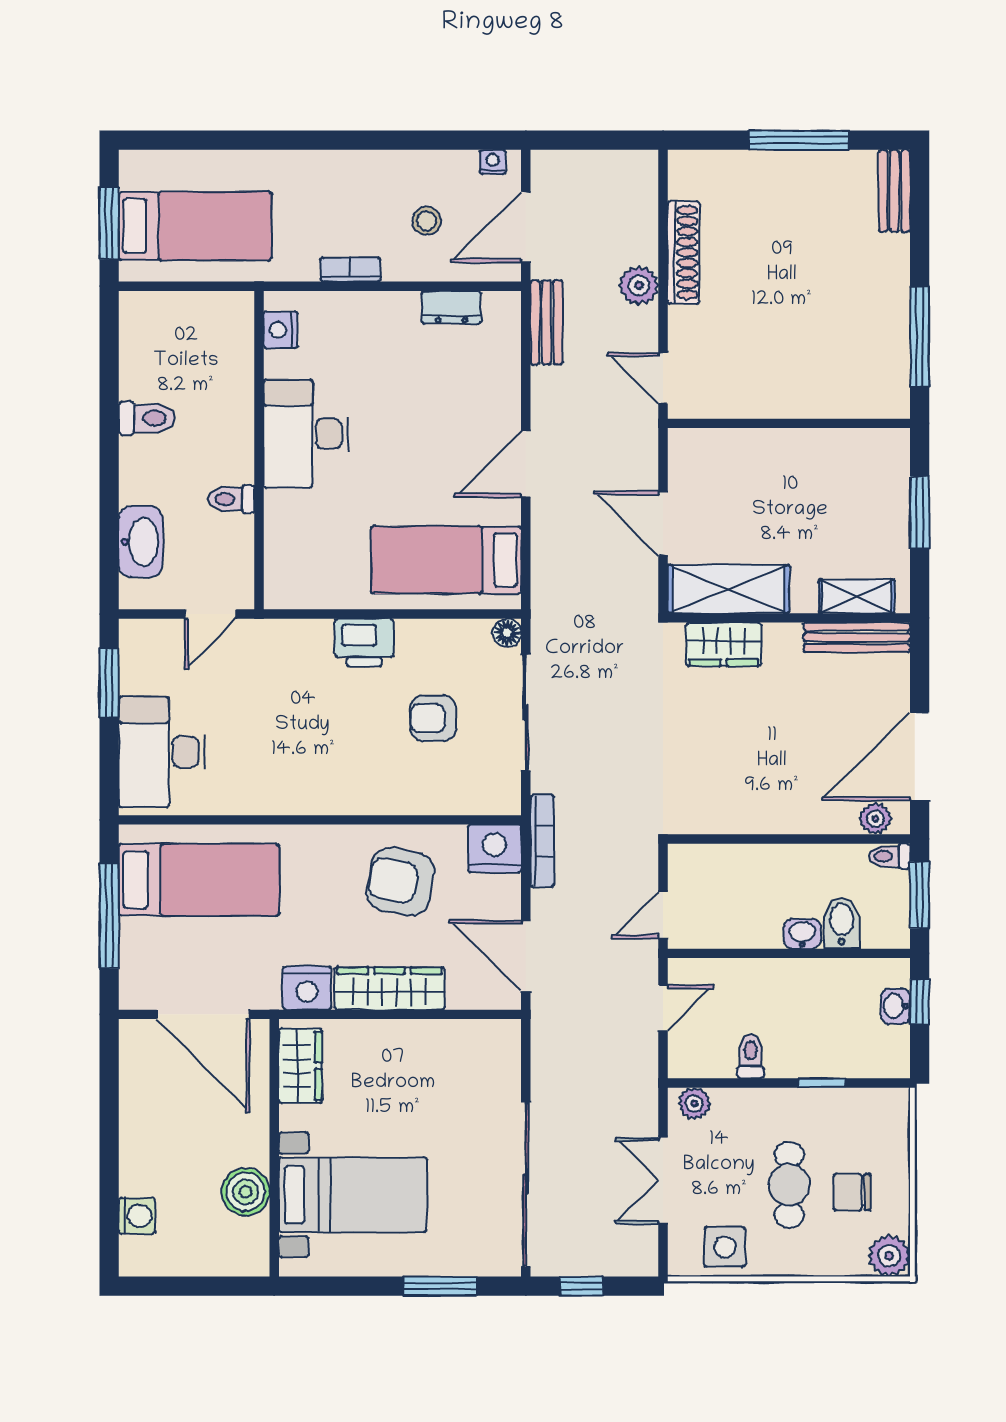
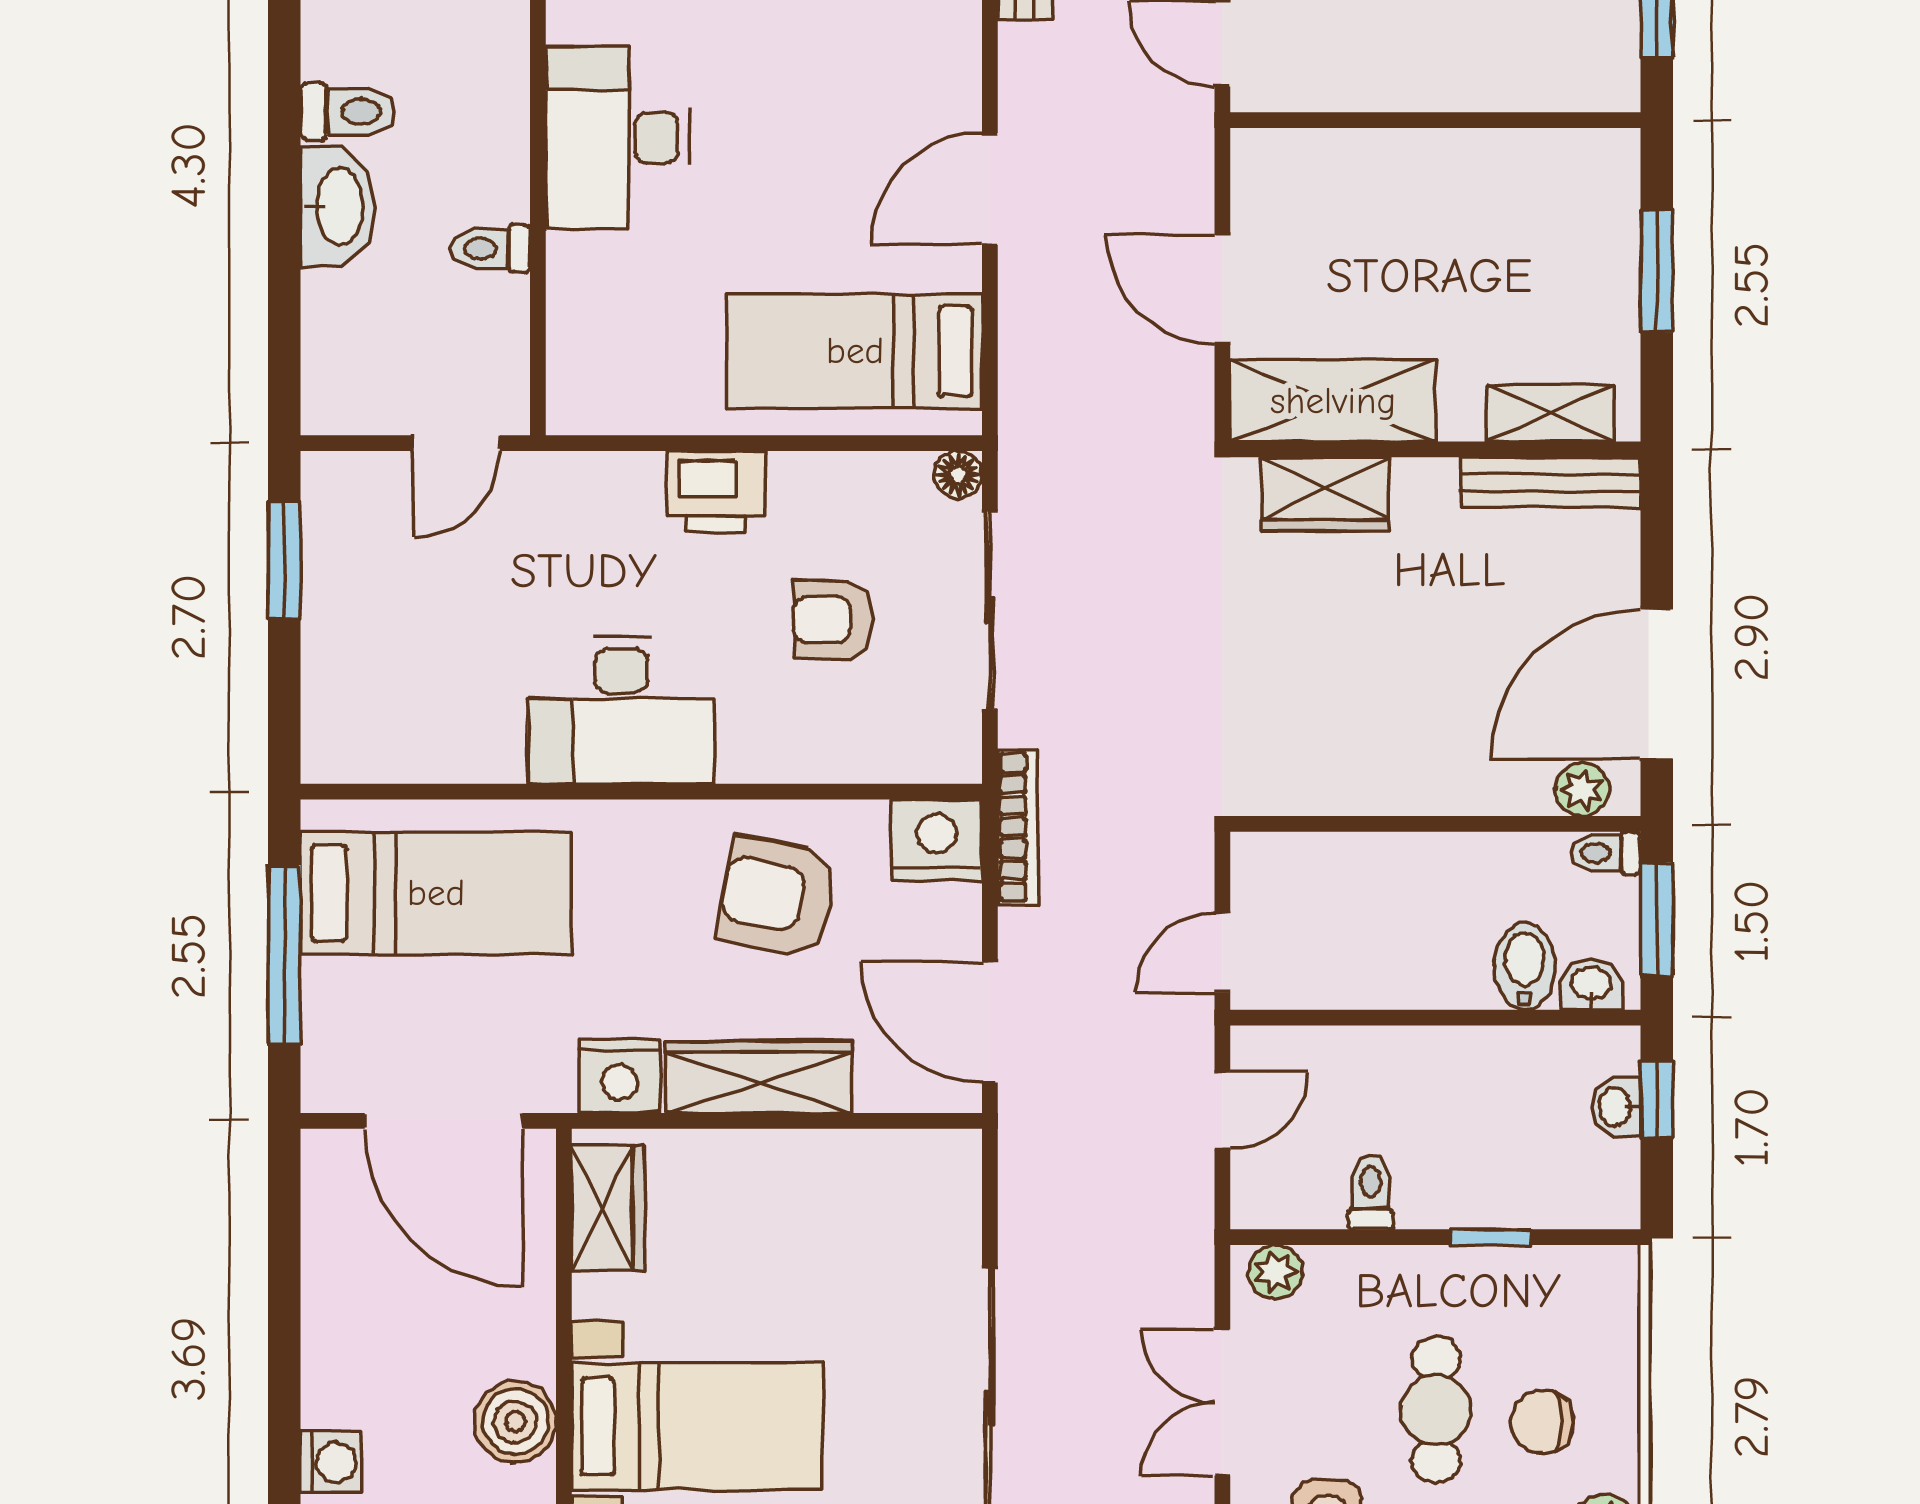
washbasin: (141, 542) -> (338, 206), moved
desk: (162, 752) -> (622, 710), moved, turned -90
washbasin: (802, 934) -> (1591, 985), moved

